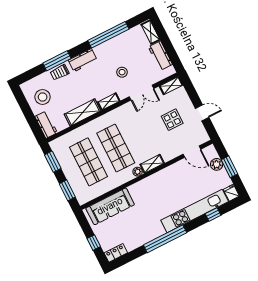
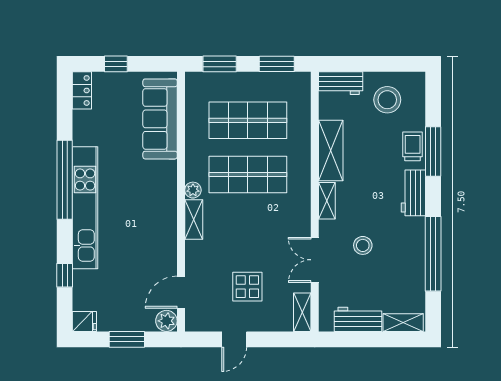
plant: (217, 164) -> (166, 321), moved
kitchen unit: (195, 211) -> (85, 208), moved

